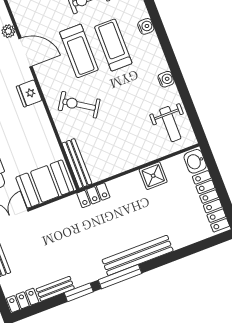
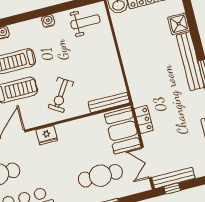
shower: (153, 176) -> (179, 24), moved
locker: (93, 195) -> (144, 119), moved

